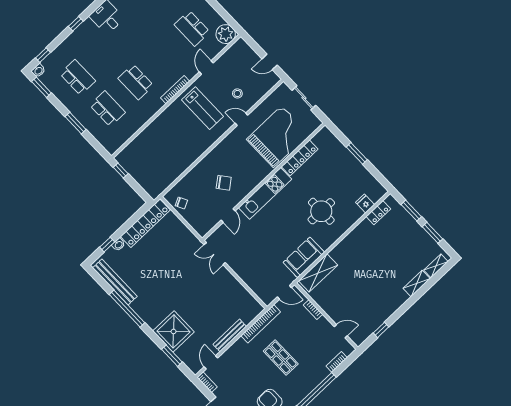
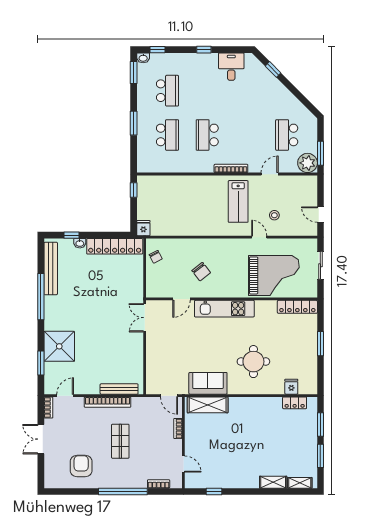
window: (228, 18) -> (320, 153), added
locker: (300, 158) -> (297, 307), moved
fridge: (153, 191) -> (143, 228), added
bookcase: (261, 324) -> (108, 402), moved
bench: (230, 335) -> (119, 389), moved

